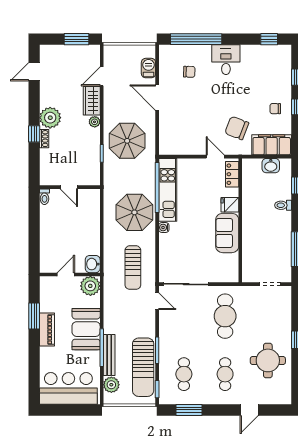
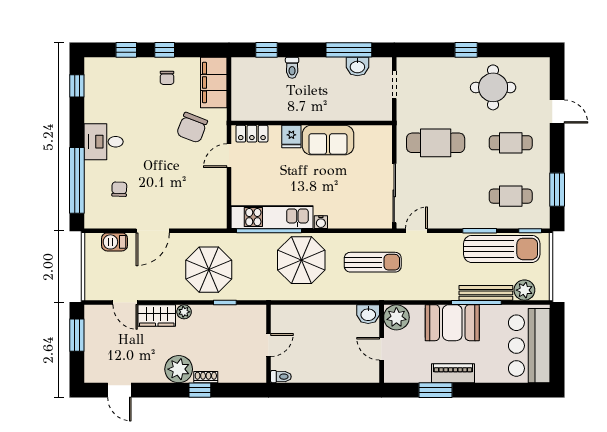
washbasin: (271, 166) -> (357, 66), moved, turned 90

